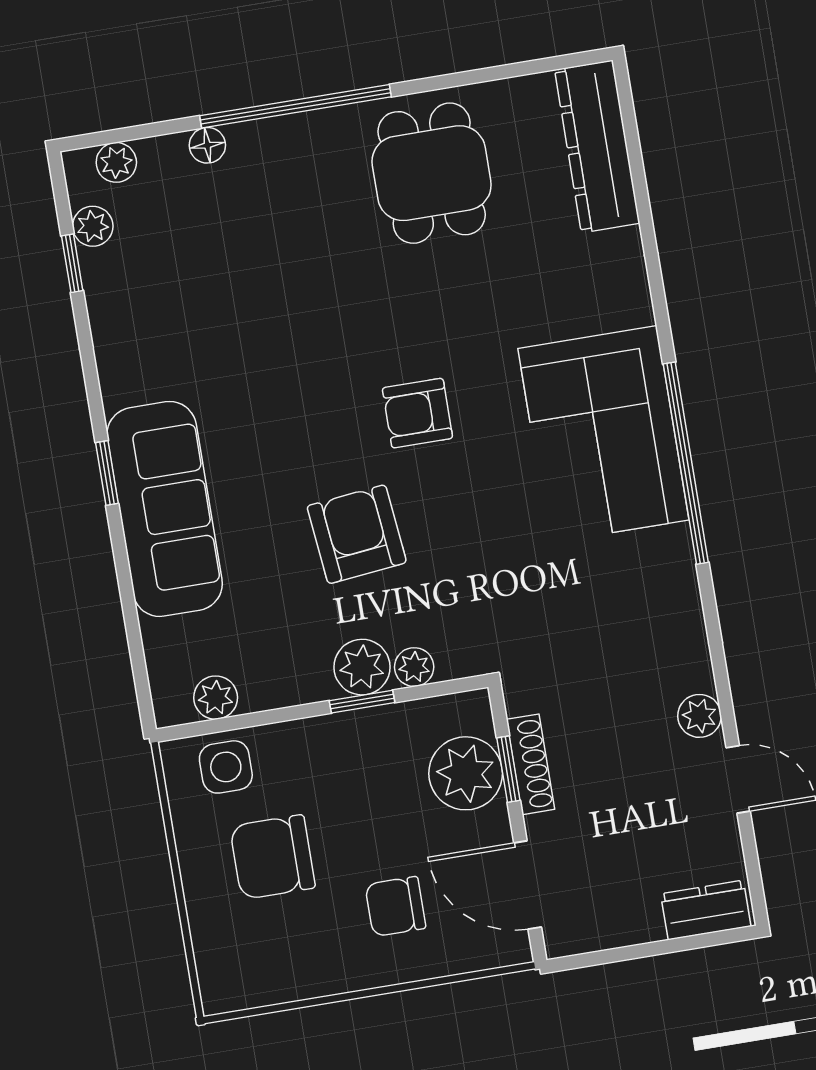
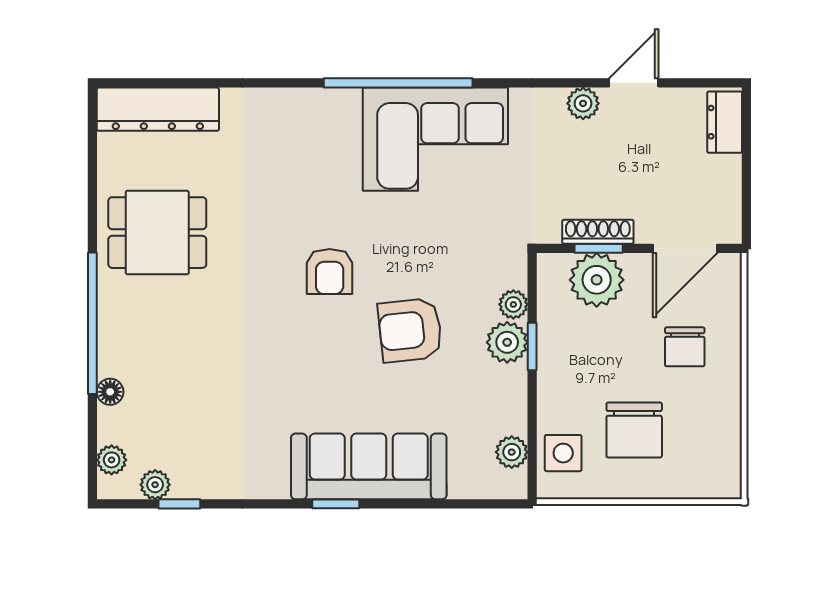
corner sofa: (603, 434) -> (435, 139), moved

